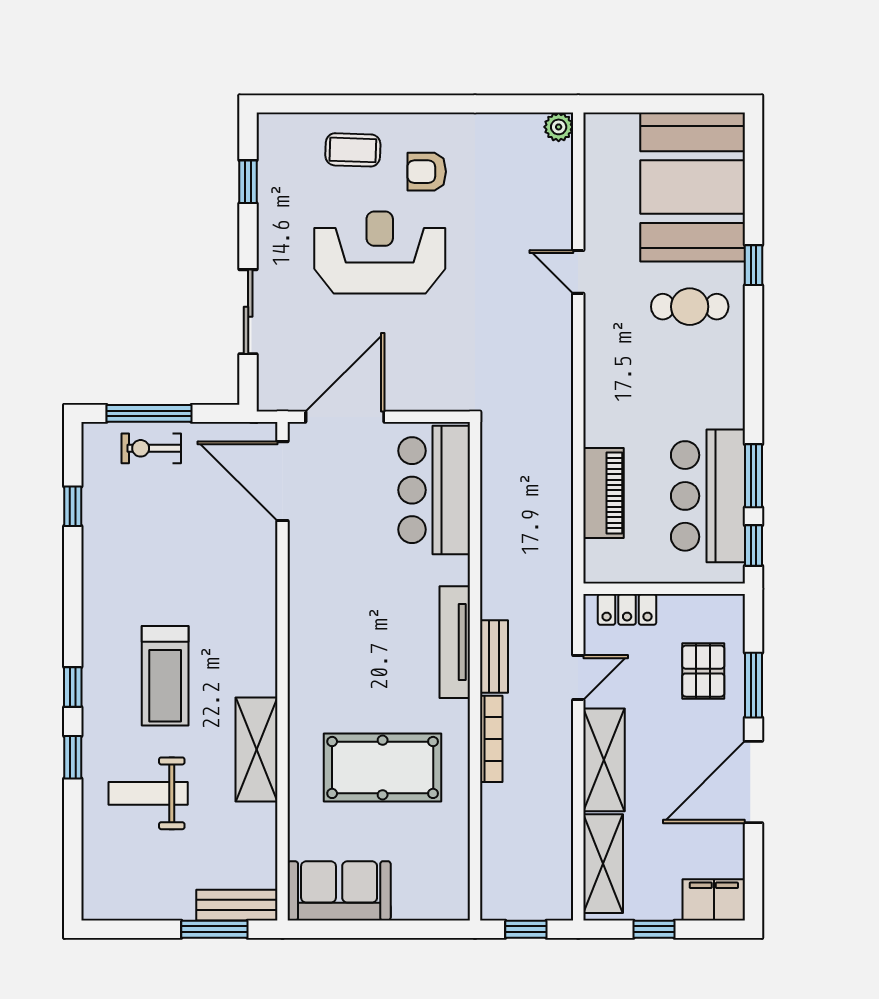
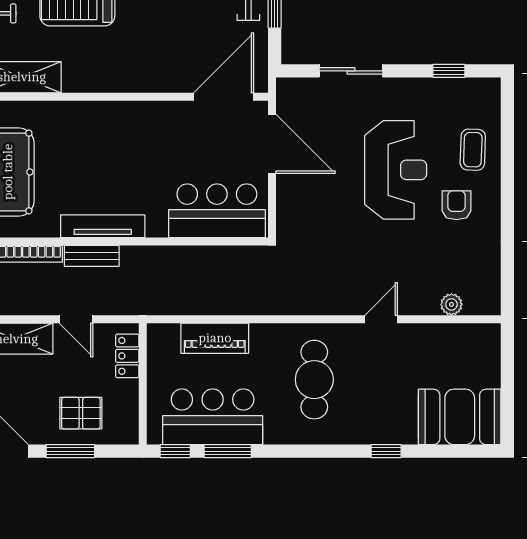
plant: (559, 127) -> (451, 304), moved
booth: (693, 187) -> (460, 417), width x0.73, depth x0.70
cafe table: (690, 307) -> (314, 380), moved, width x1.37, depth x1.35

